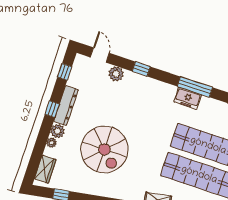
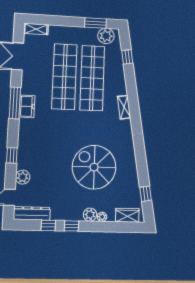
window: (65, 72) -> (48, 225), moved
dresser: (66, 105) -> (32, 213), moved
spiral stairs: (104, 149) -> (94, 167), turned -90

